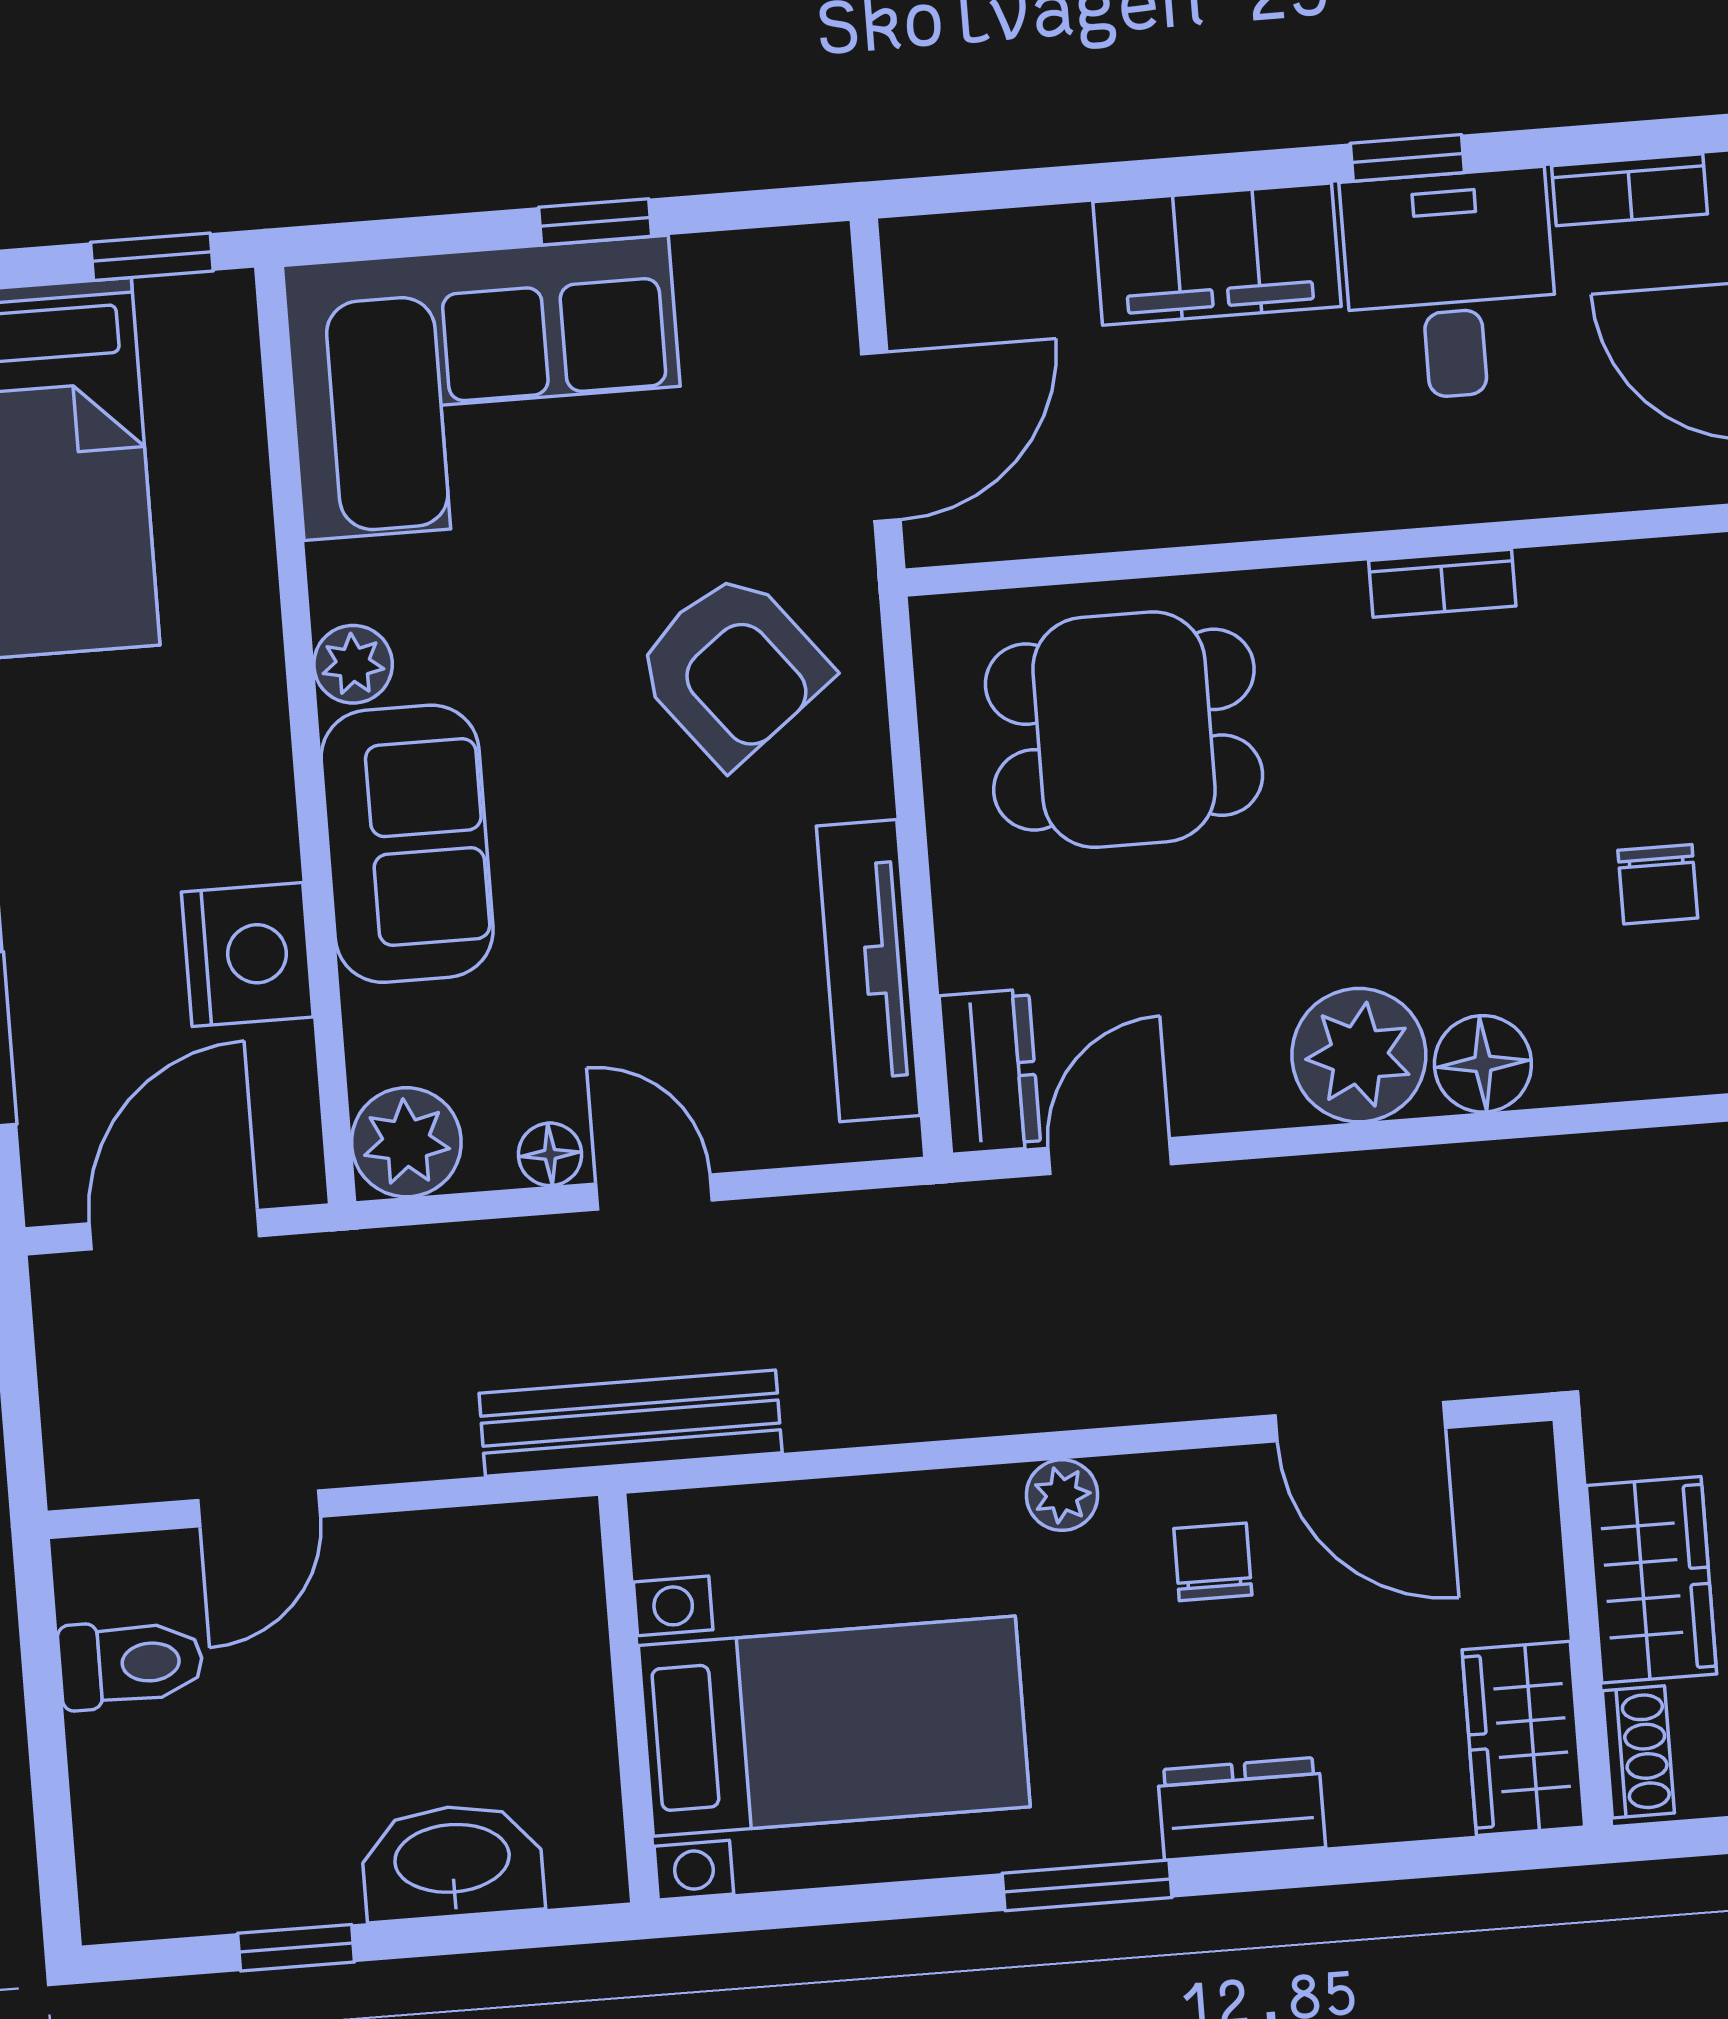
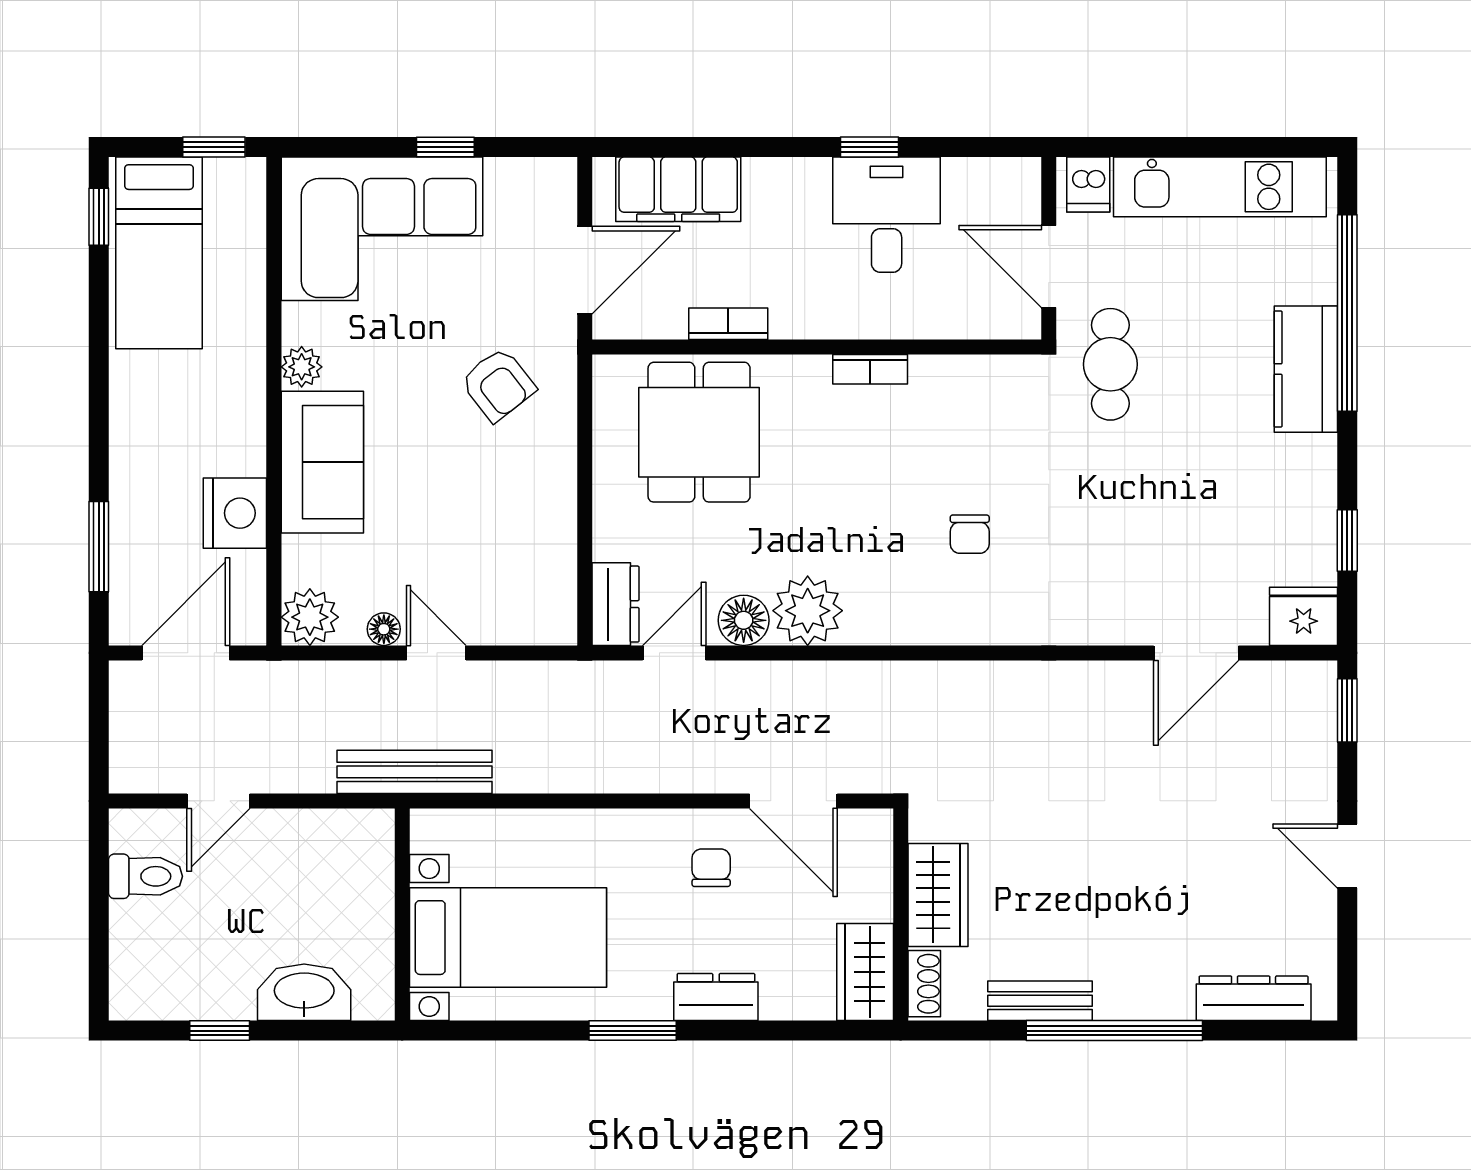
bookcase: (1630, 190) -> (728, 324), moved, turned 180
filing cabinet: (1217, 254) -> (678, 189), moved
armchair: (732, 669) -> (498, 384), width x0.72, depth x0.72
dining table: (1124, 730) -> (699, 432), turned 90
tv unit: (868, 971) -> (556, 547), removed
floor lamp: (1483, 1064) -> (744, 620), moved
plant: (1062, 1495) -> (636, 827), removed

